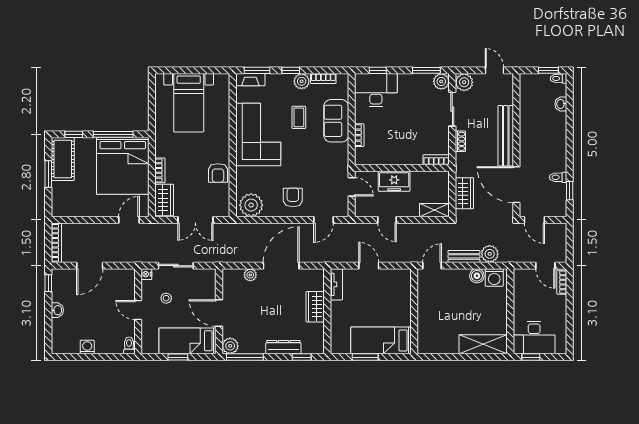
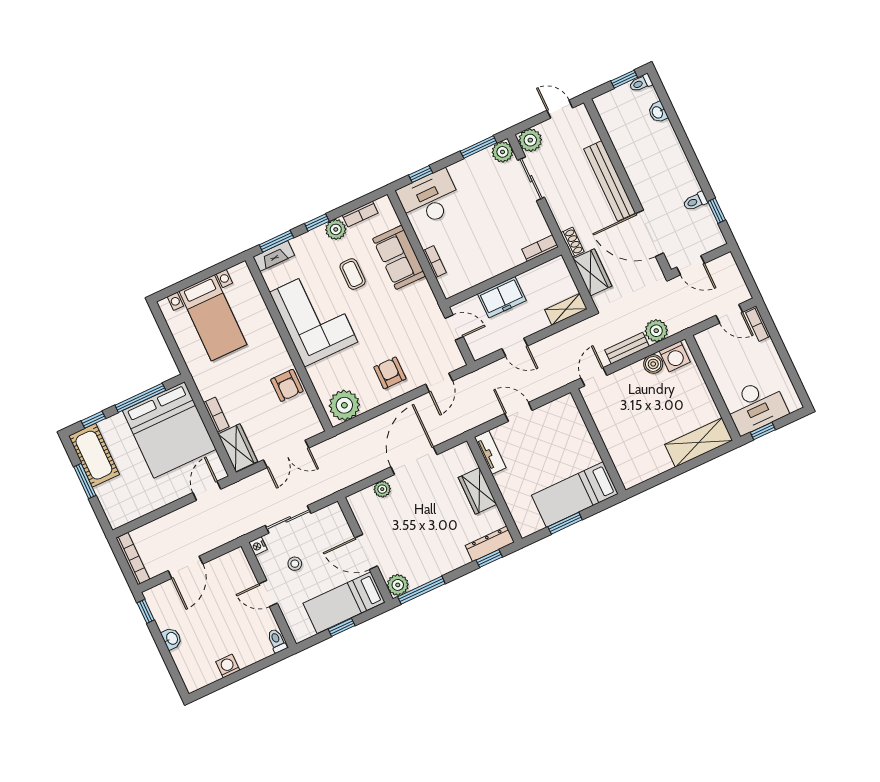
shoe rack: (460, 141) -> (572, 242), moved
dresser: (283, 347) -> (490, 544), moved

